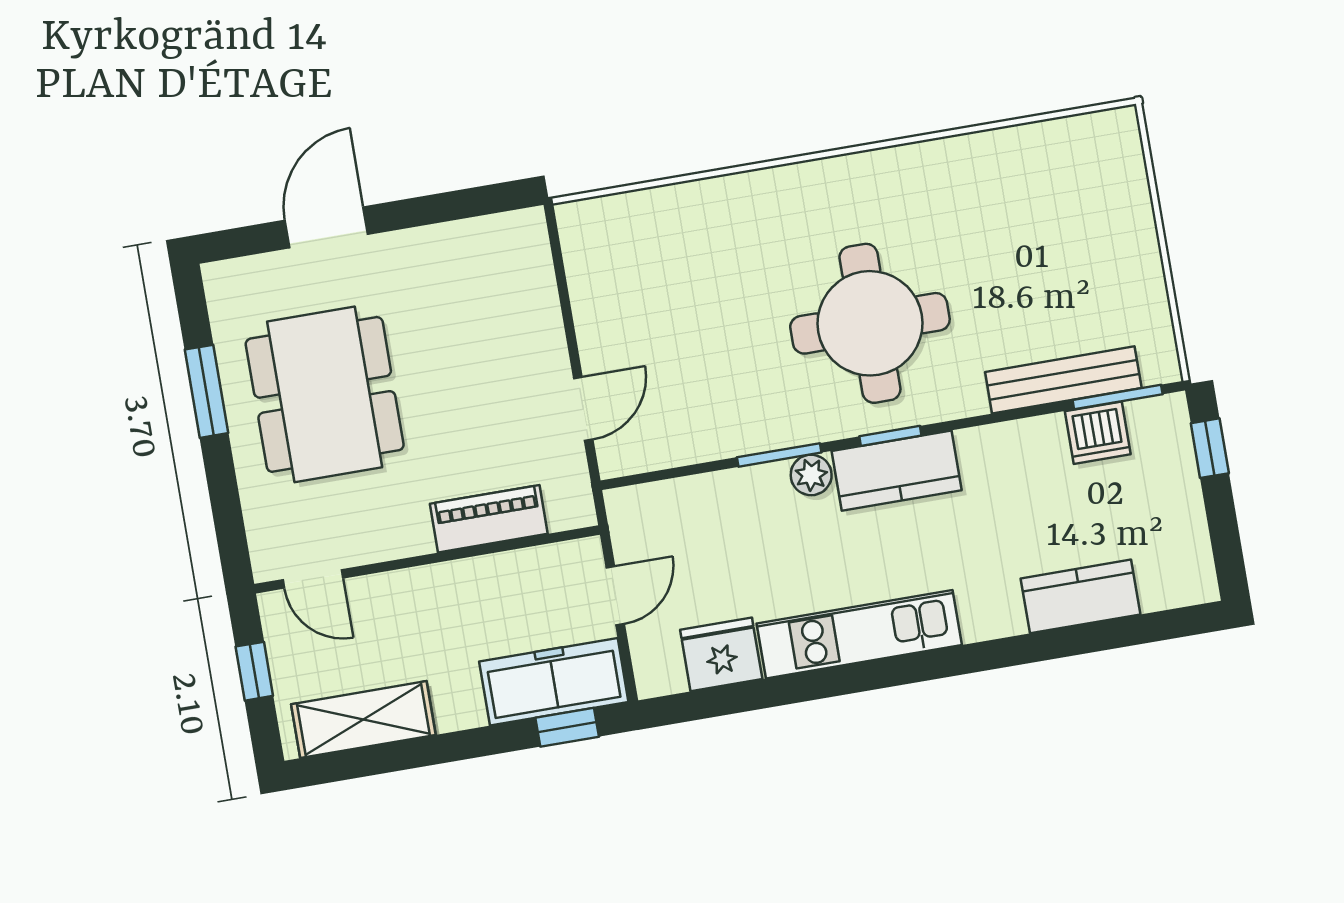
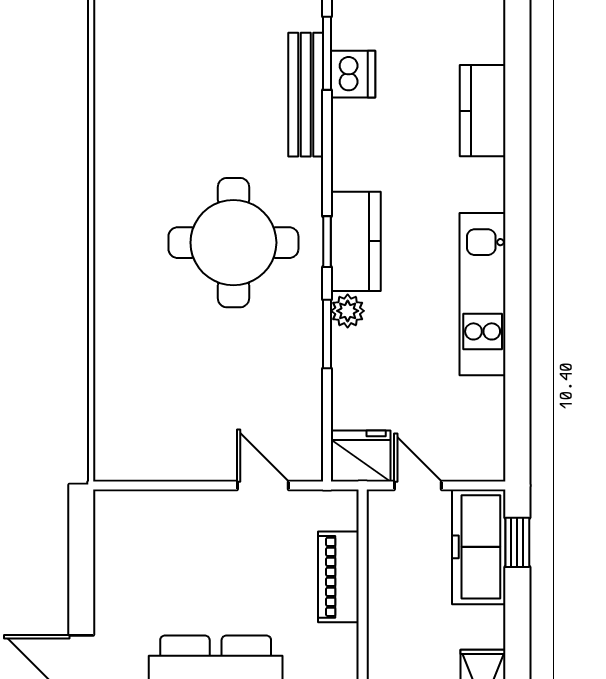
fridge: (721, 654) -> (361, 456), moved, turned 90

